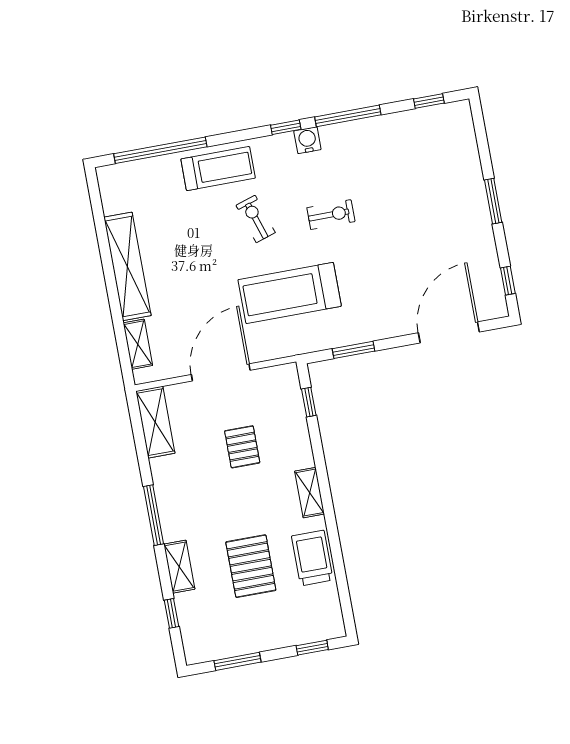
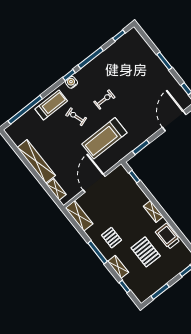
water cooler: (307, 140) -> (71, 82), moved
pallet: (242, 447) -> (112, 238), moved

